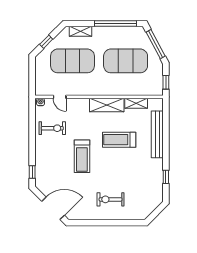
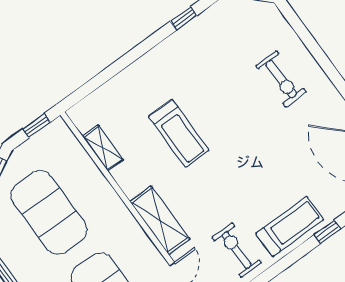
shelving: (107, 105) -> (160, 220), moved
bench: (157, 134) -> (127, 80), removed
treadmill: (82, 156) -> (290, 227), moved

